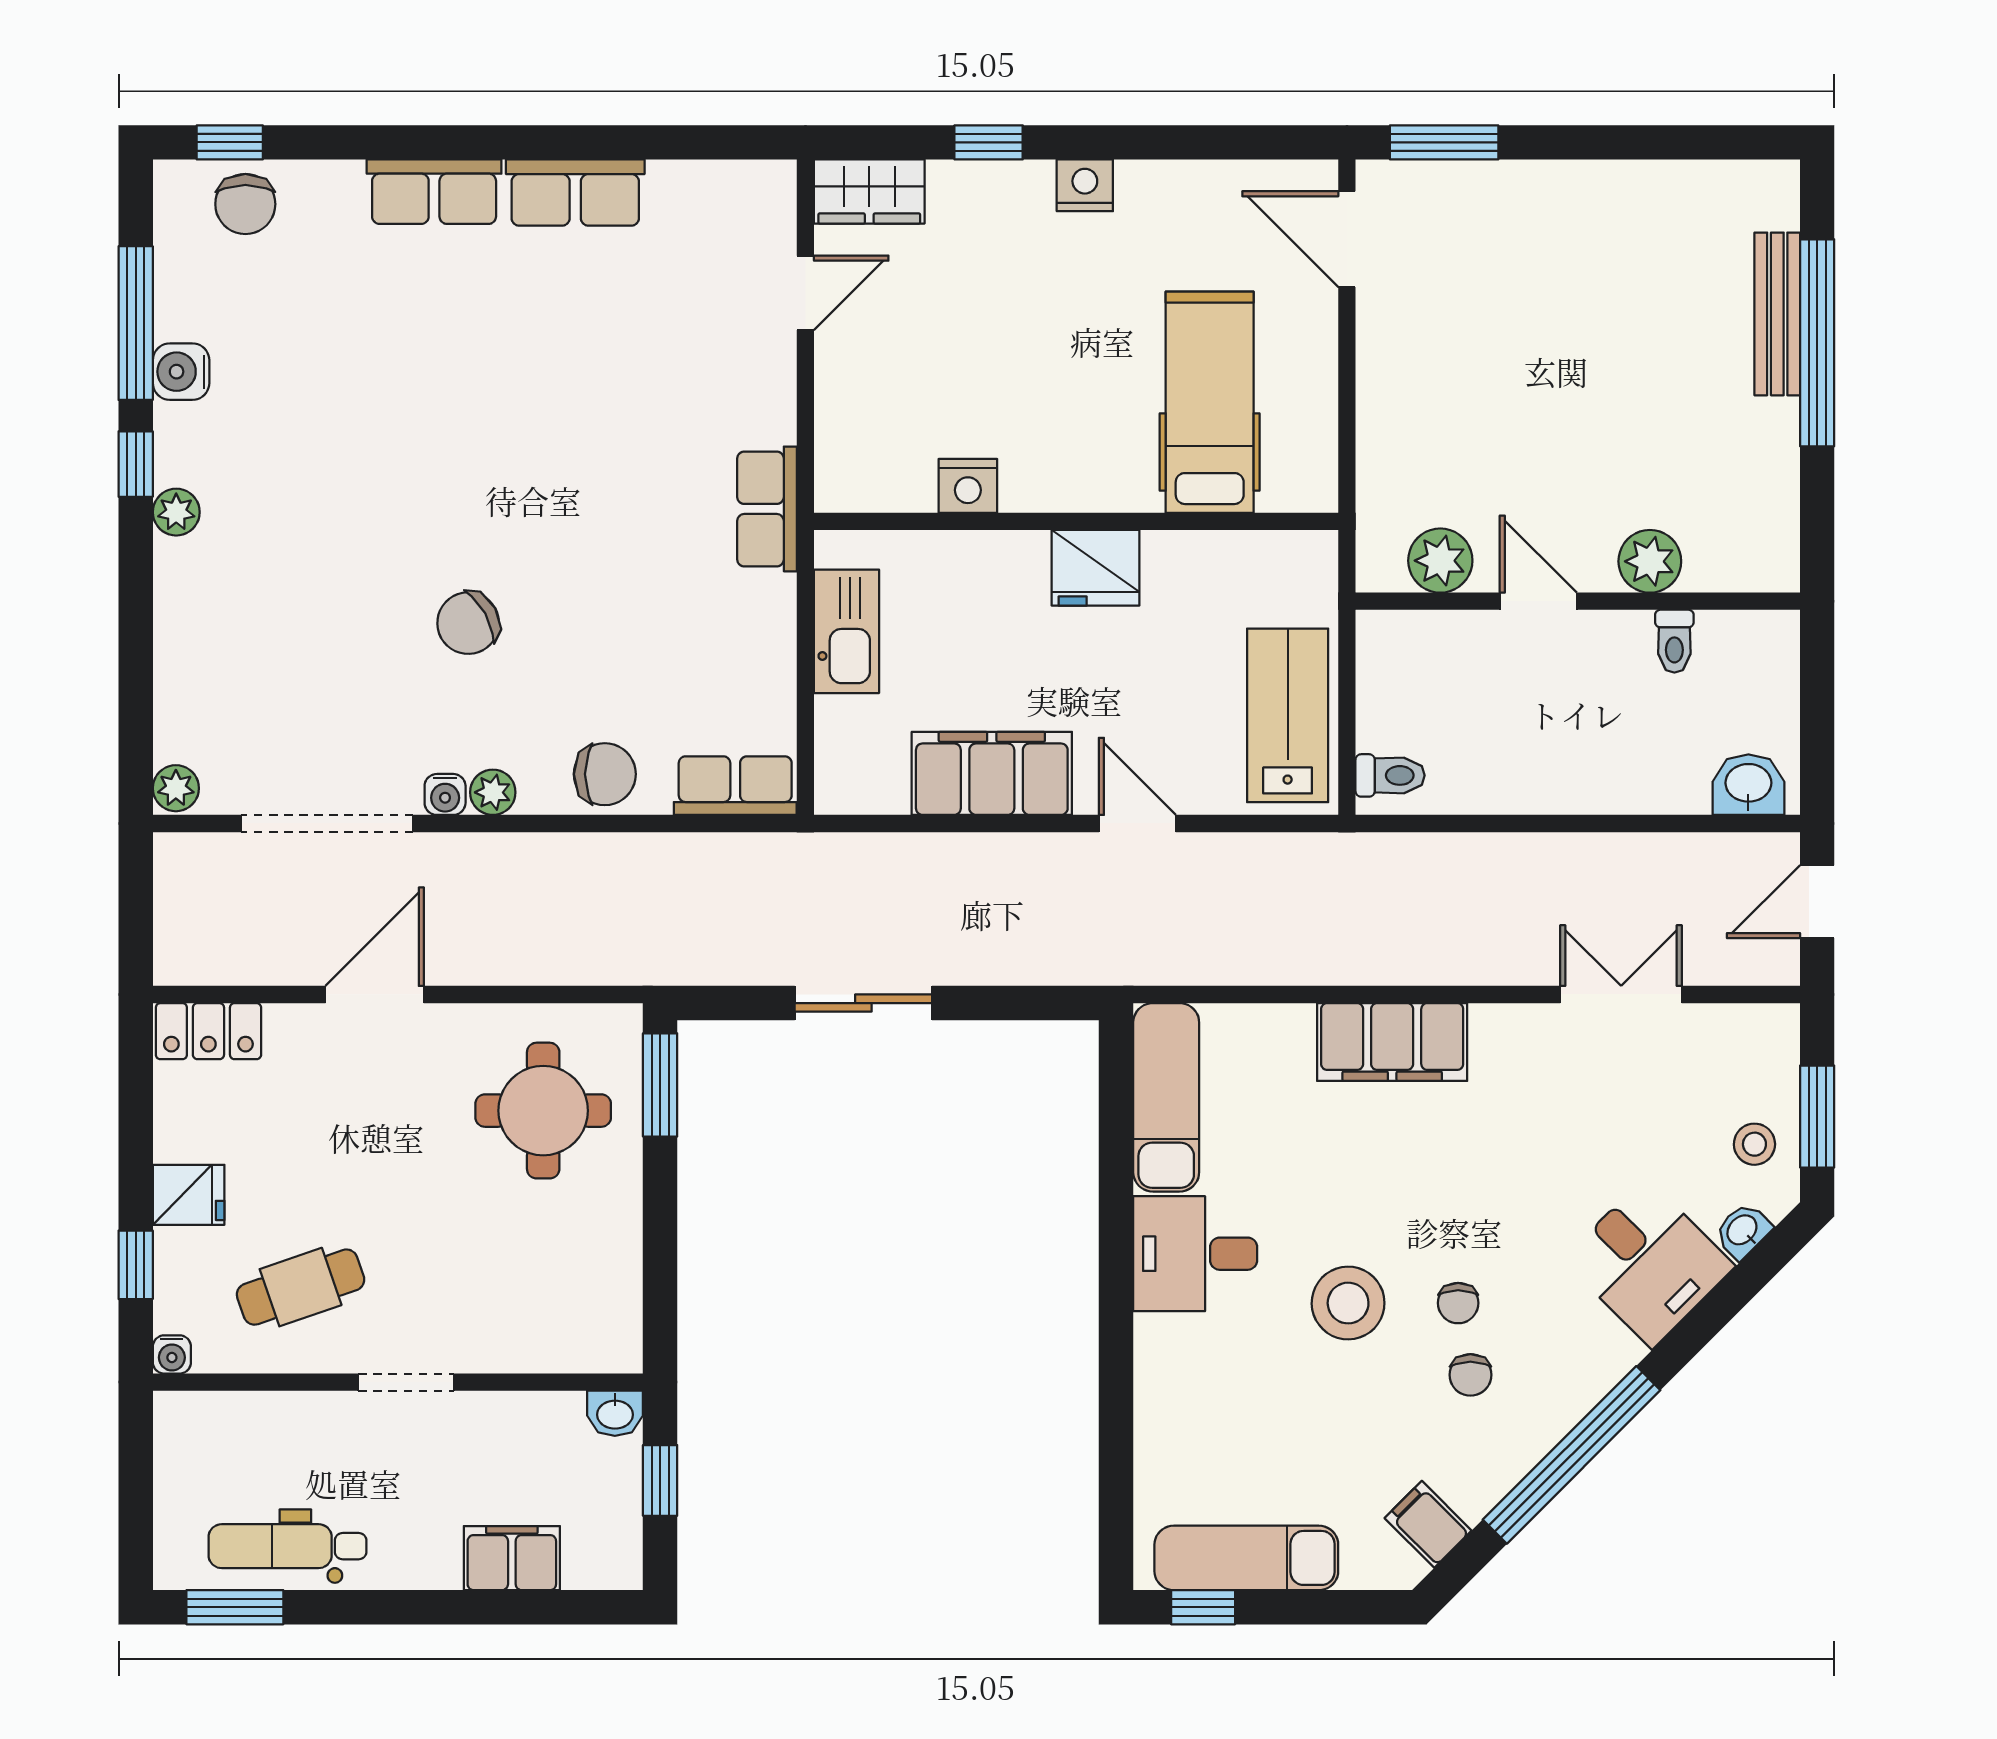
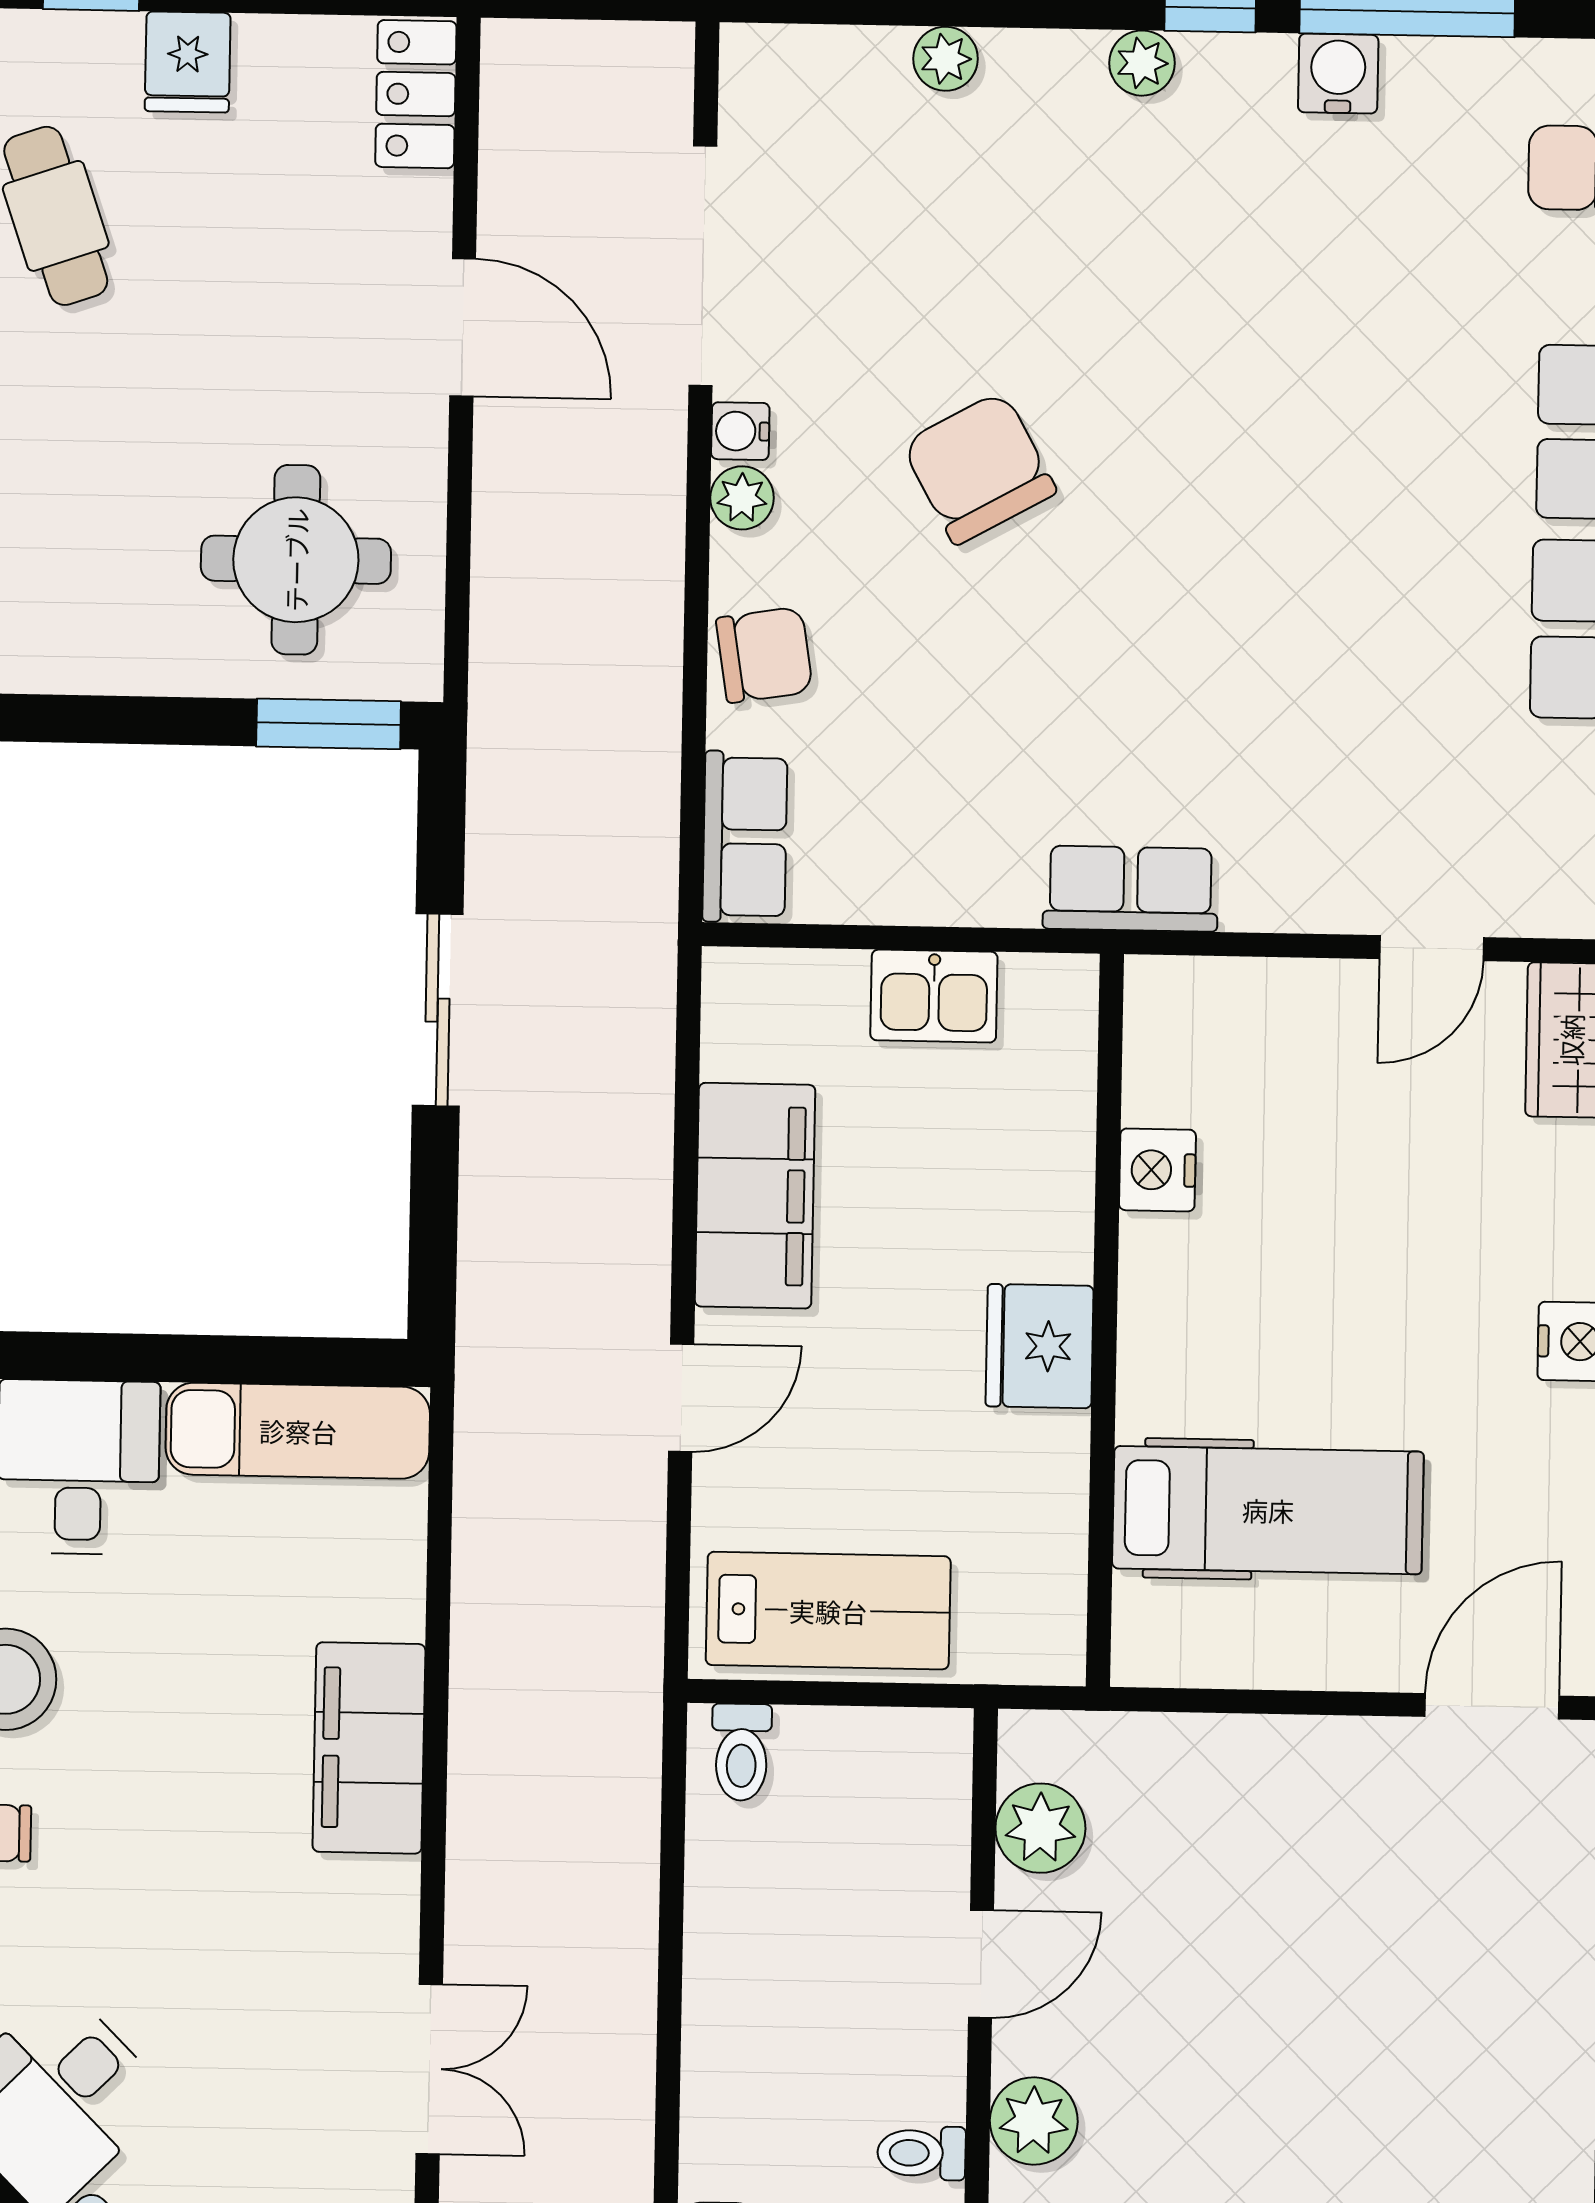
door: (805, 293) -> (1432, 948), hinge flipped
chair: (468, 623) -> (979, 468), width x1.37, depth x1.37
kitchen sink: (847, 631) -> (934, 996), width x0.73
chair: (605, 774) -> (764, 655), turned -99
plant: (176, 788) -> (946, 59), moved

